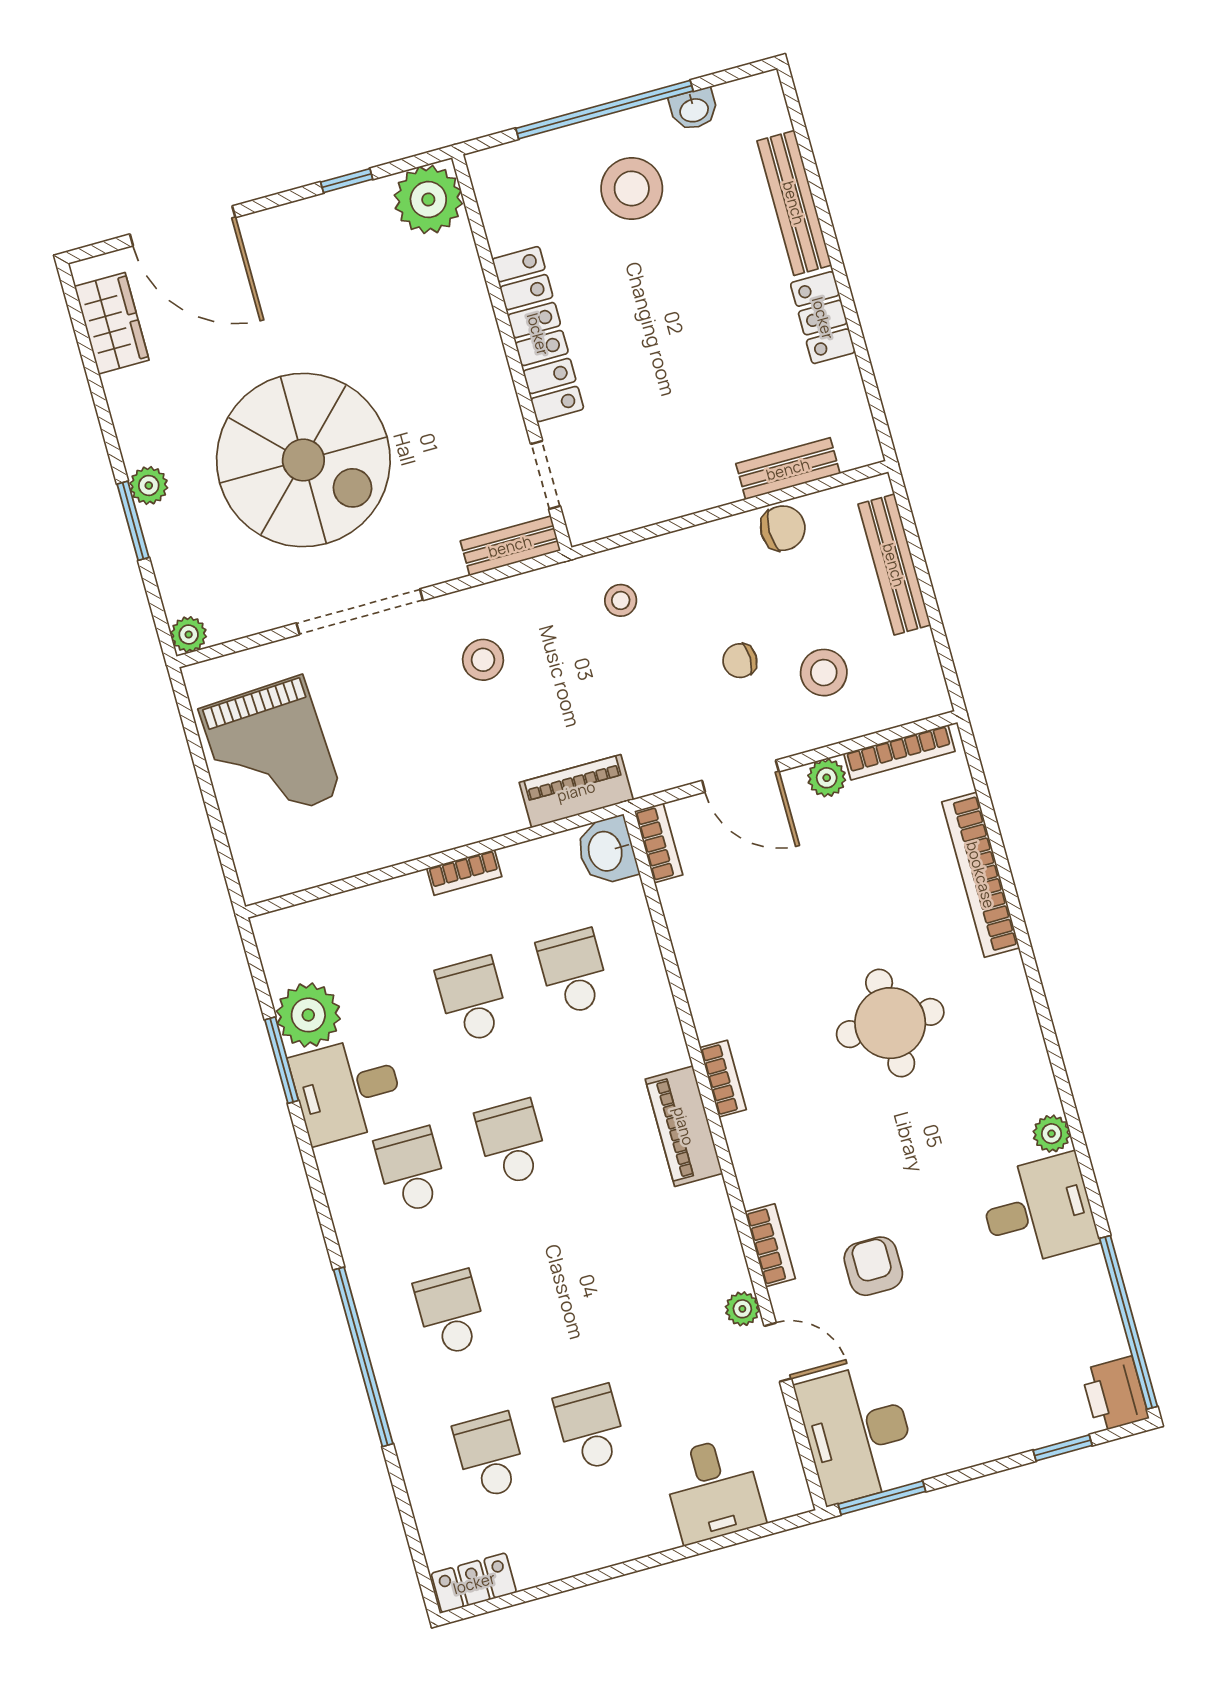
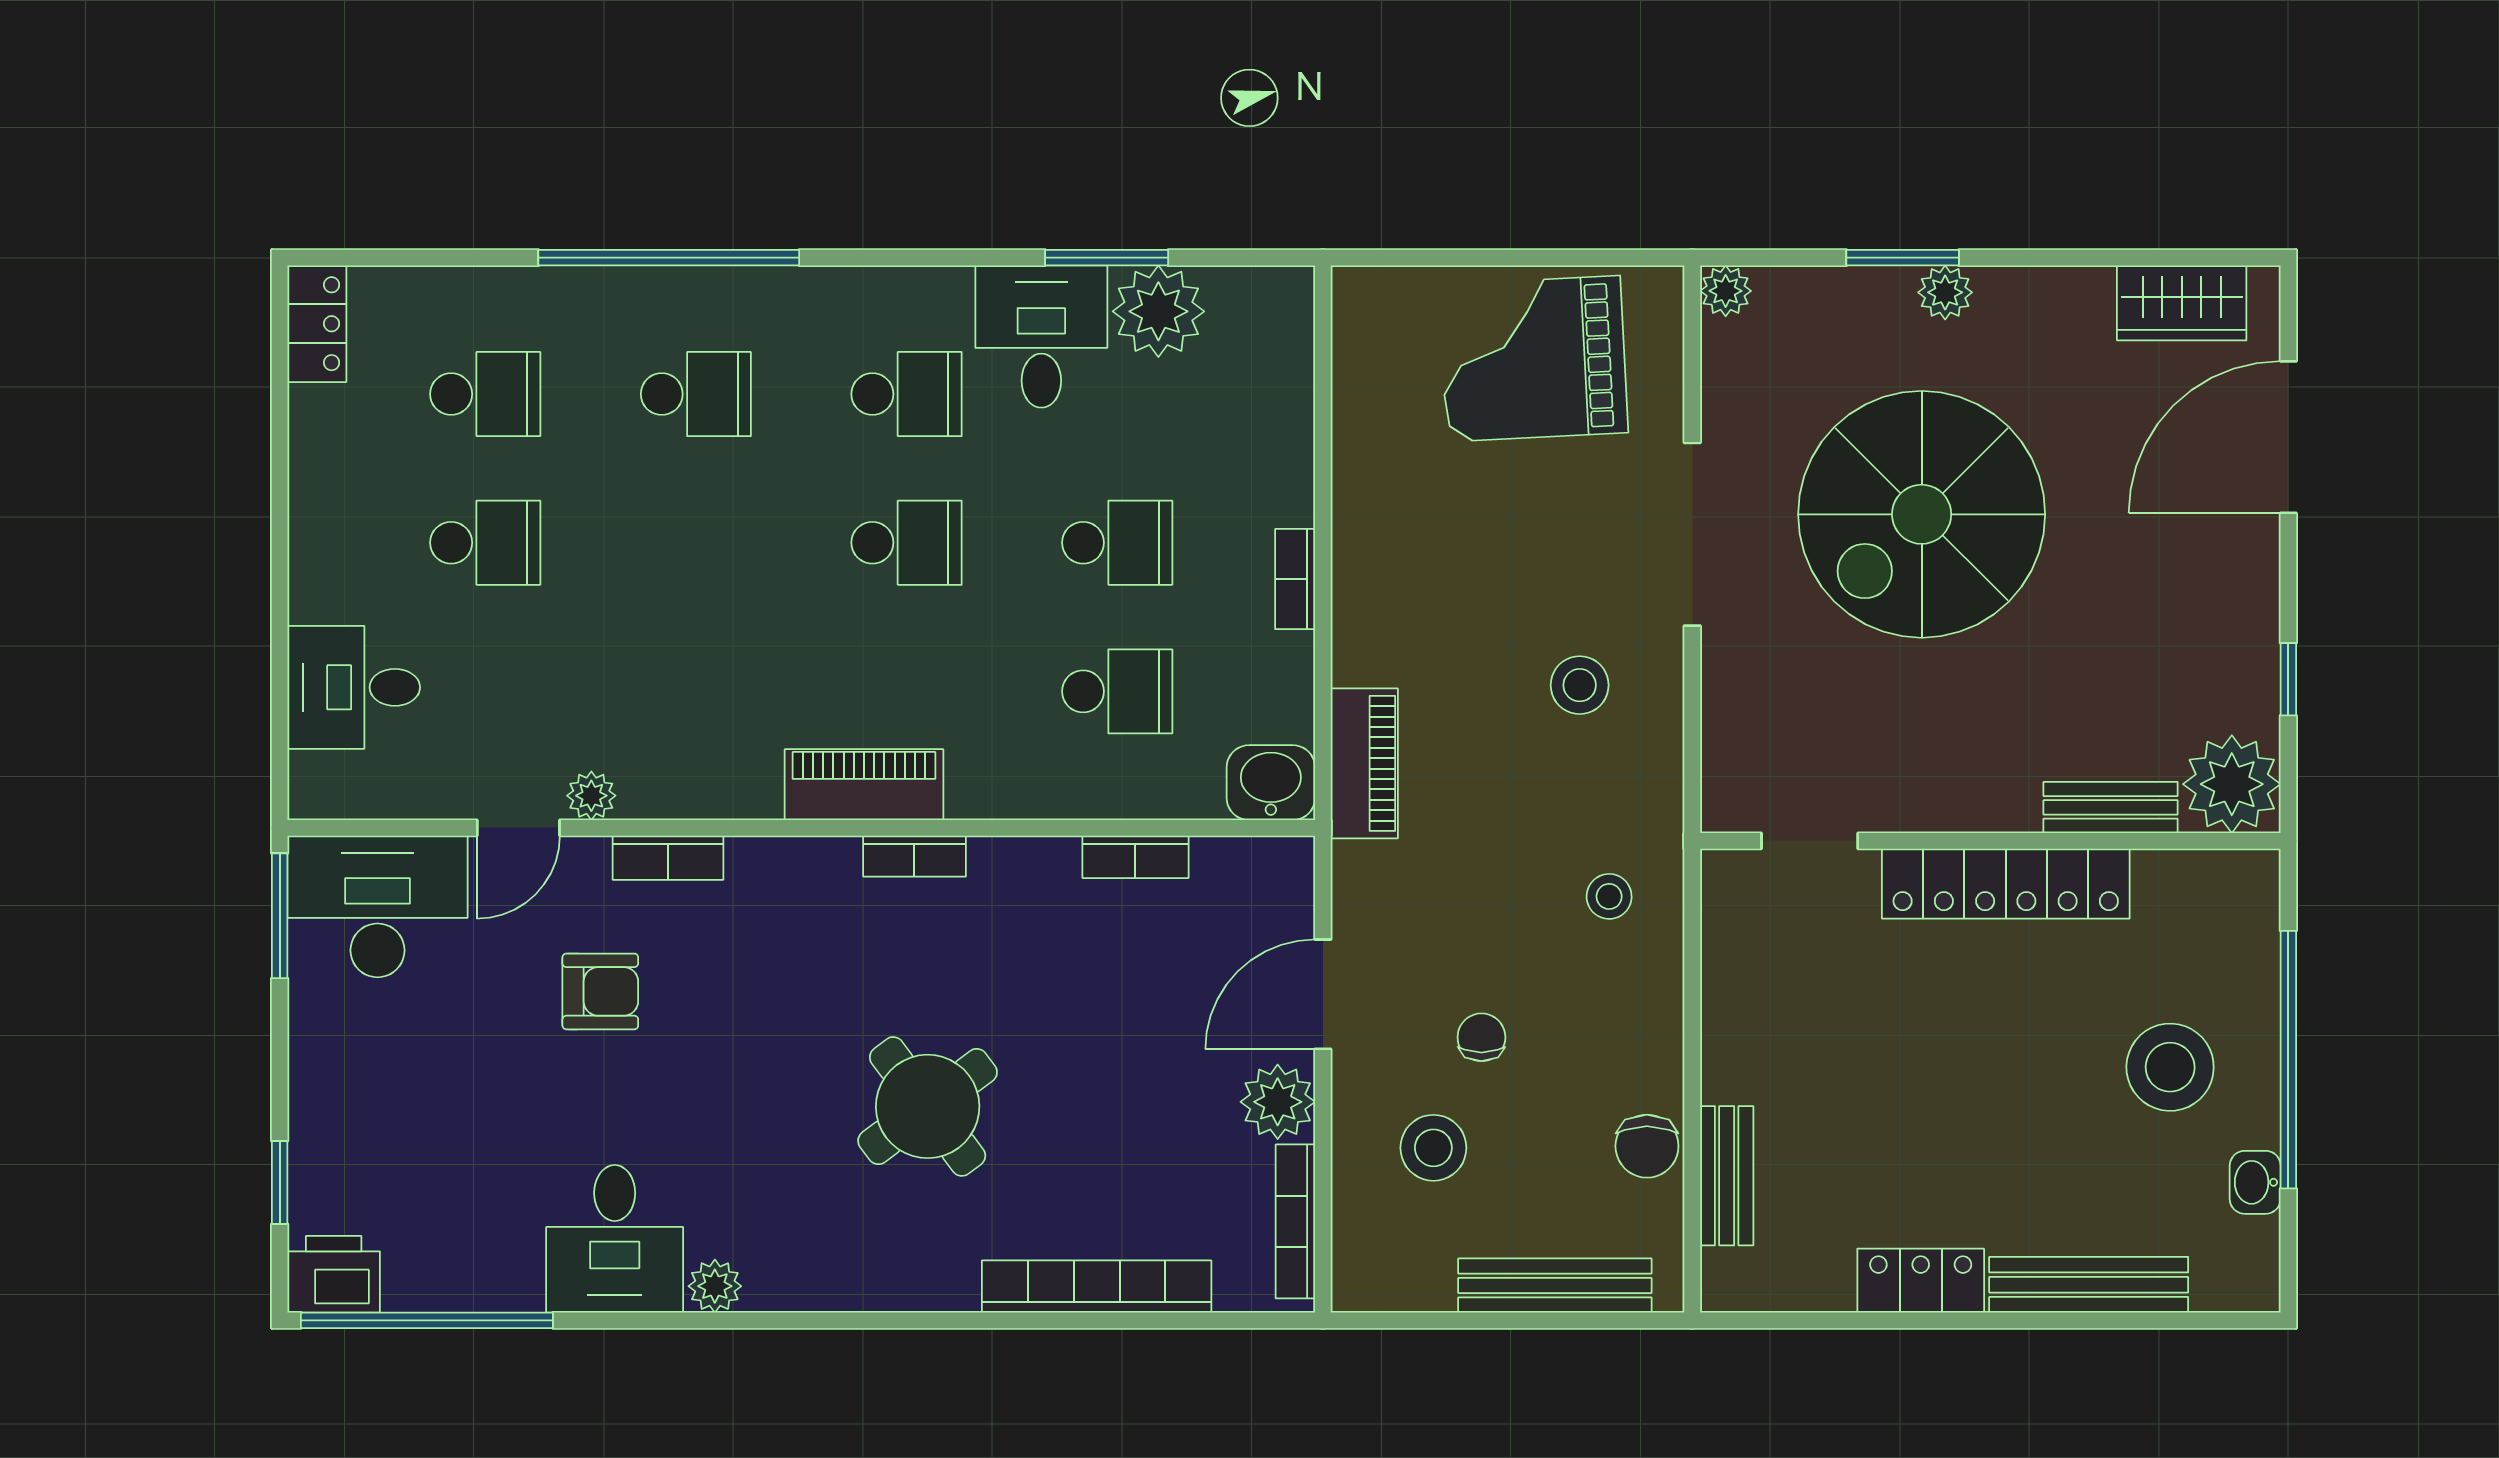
bench: (510, 546) -> (2111, 807), moved, turned 90
plant: (827, 778) -> (1278, 1102), width x1.38, depth x1.38
bookcase: (659, 843) -> (1135, 857), moved
round table: (890, 1023) -> (928, 1106), turned -37

